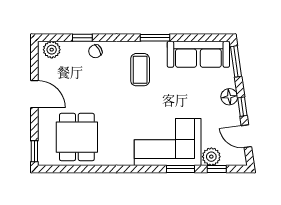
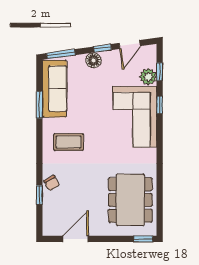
window: (155, 38) -> (39, 105), moved
plant: (52, 50) -> (50, 223), removed
door: (34, 94) -> (76, 239), moved
dining table: (77, 137) -> (130, 200), width x1.38
window: (181, 169) -> (160, 105), width x0.67

